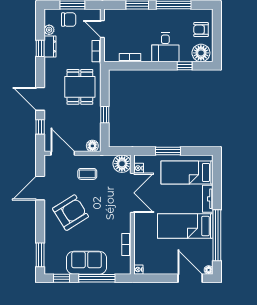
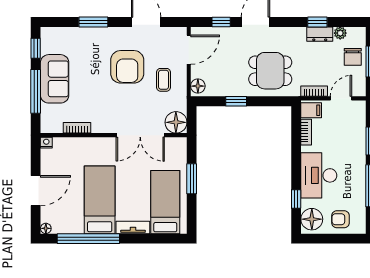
armchair: (201, 30) -> (340, 219), turned -90
desk: (165, 47) -> (319, 175), width x1.37
filing cabinet: (112, 54) -> (311, 110), added
nightstand: (139, 168) -> (171, 143), removed
armchair: (71, 213) -> (127, 67), moved, turned 32
window: (40, 255) -> (93, 22), moved
door: (190, 278) -> (36, 191), moved

